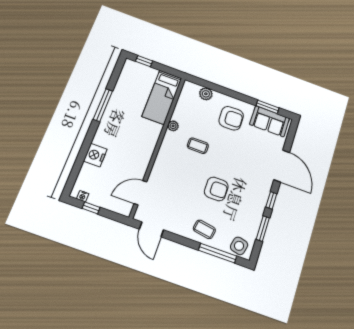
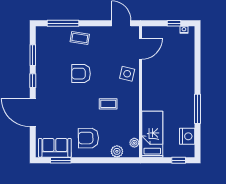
plant: (173, 126) -> (134, 143), moved
nightstand: (95, 155) -> (187, 136), moved
side table: (239, 246) -> (127, 74), moved

